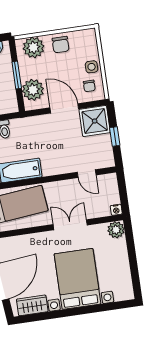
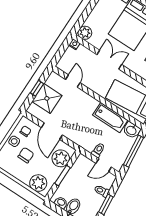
chair: (61, 45) -> (26, 155), moved
shower: (95, 121) -> (47, 98), moved
double door: (70, 225) -> (109, 60), swing flipped

